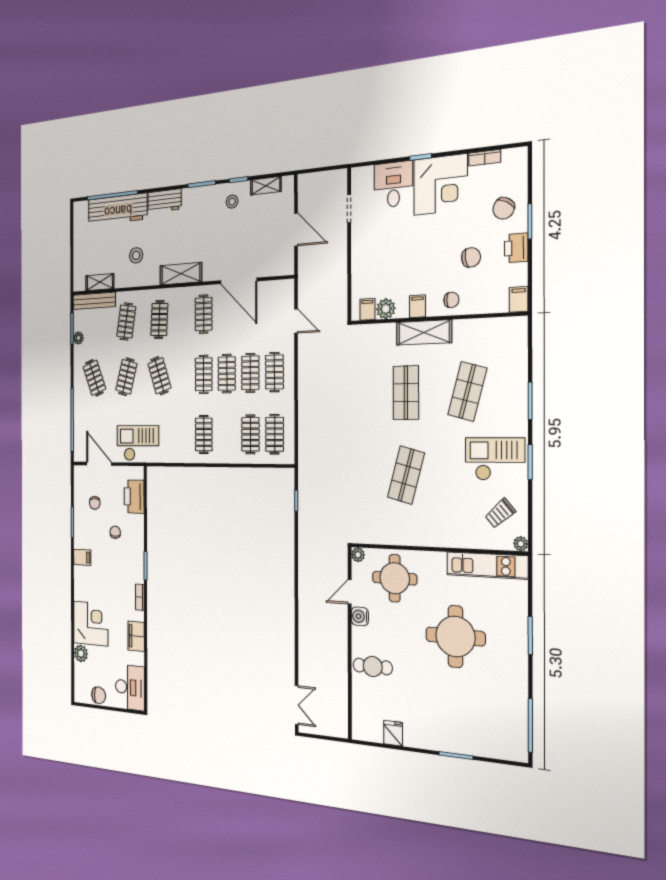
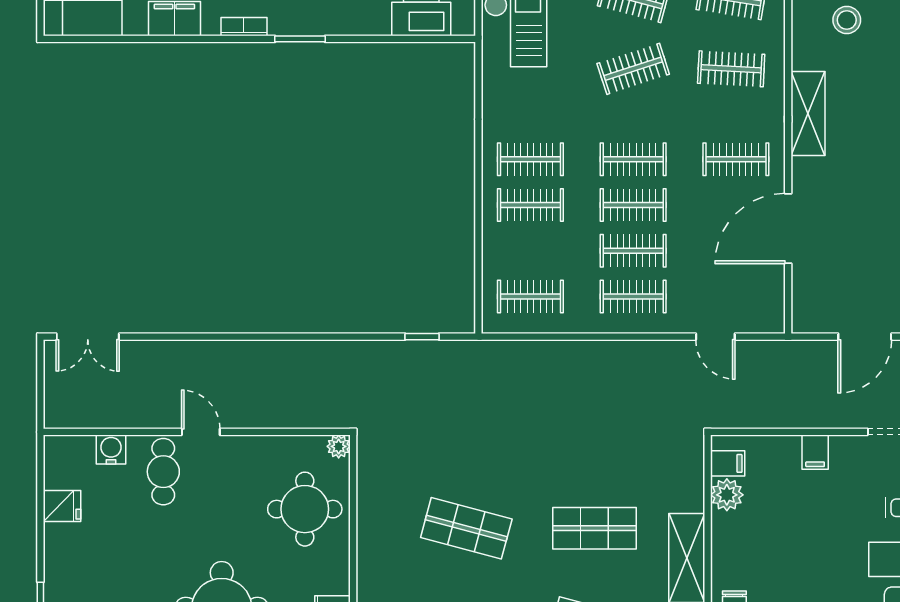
filing cabinet: (417, 306) -> (815, 452), moved, turned 90
door: (296, 321) -> (715, 337), hinge flipped
clothes rail: (250, 434) -> (530, 205), moved
door: (350, 592) -> (201, 432), moved
water cooler: (360, 616) -> (111, 450), moved

